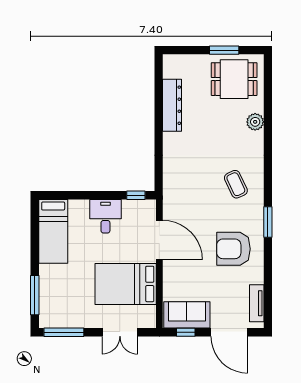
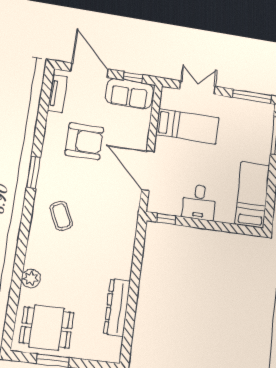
armchair: (233, 249) -> (84, 141), moved
bed: (126, 284) -> (187, 126), width x0.67

